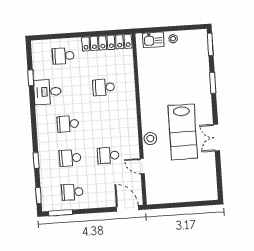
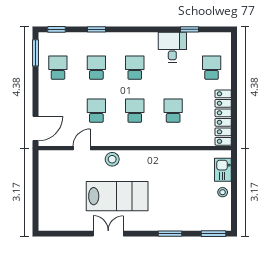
school desk: (106, 121) -> (135, 111), added
lab bench: (183, 132) -> (117, 196), turned 180

